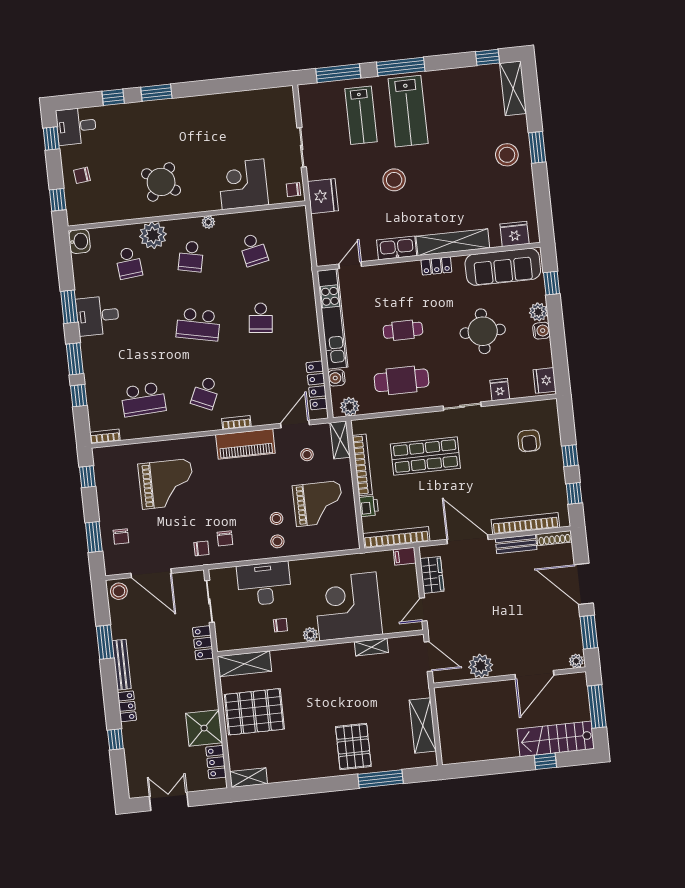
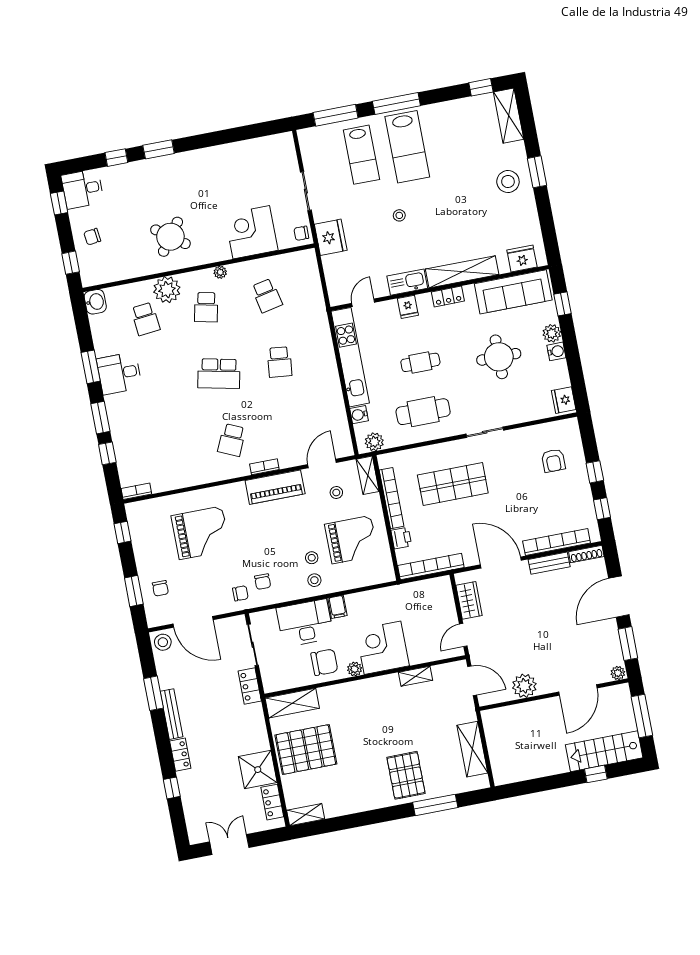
stool: (394, 180) -> (399, 215), width x0.53, depth x0.53
locker: (317, 385) -> (340, 424), removed
fridge: (500, 390) -> (408, 307), moved, turned 180
school desk: (143, 399) -> (171, 452), removed
filing cabinet: (405, 556) -> (337, 607), moved, turned -90
door: (584, 584) -> (619, 597), hinge flipped
corner desk: (348, 606) -> (383, 648), width x0.74, depth x0.74
chair: (280, 625) -> (324, 662), width x1.87, depth x1.87

